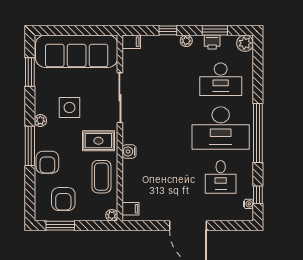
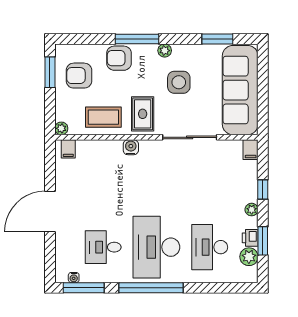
plant: (245, 43) -> (249, 257), moved
window: (258, 195) -> (84, 288), width x2.17

